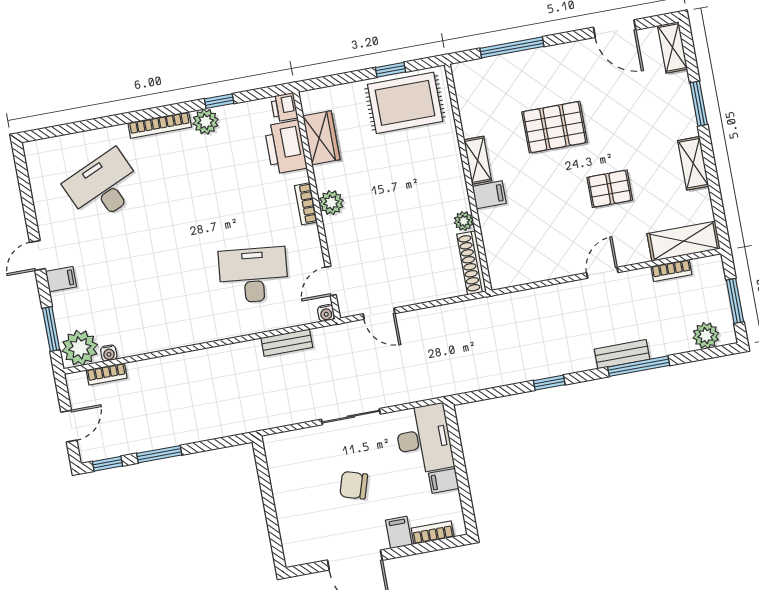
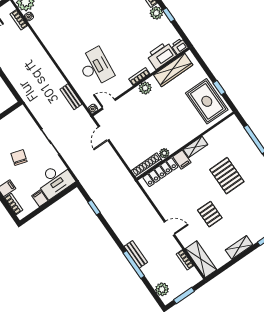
wardrobe: (321, 138) -> (173, 70), width x1.50
locker: (494, 244) -> (160, 172), added
window: (549, 383) -> (94, 207), moved

